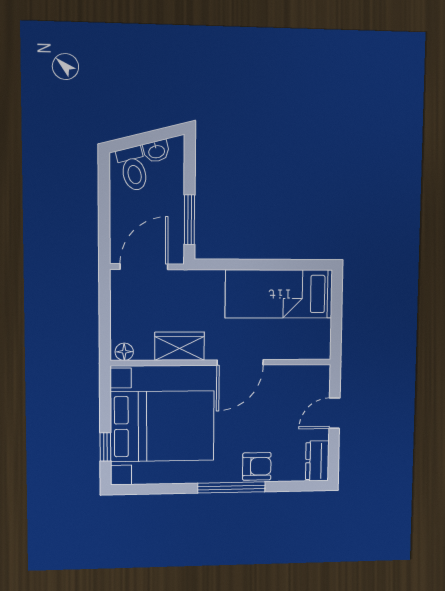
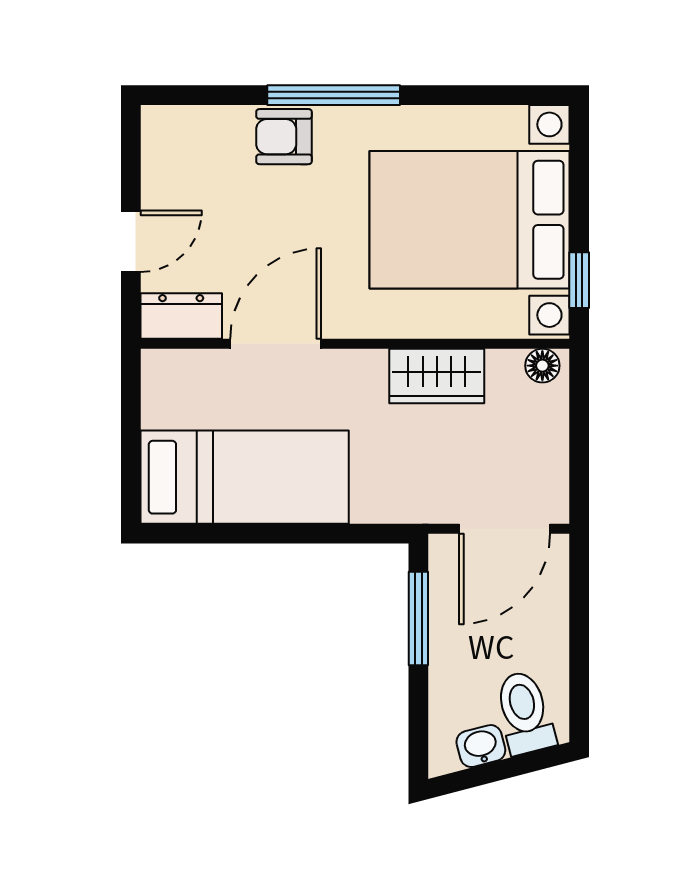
door: (240, 362) -> (276, 344), moved
window: (105, 447) -> (579, 280), moved
dresser: (317, 461) -> (181, 316), moved, turned -90

